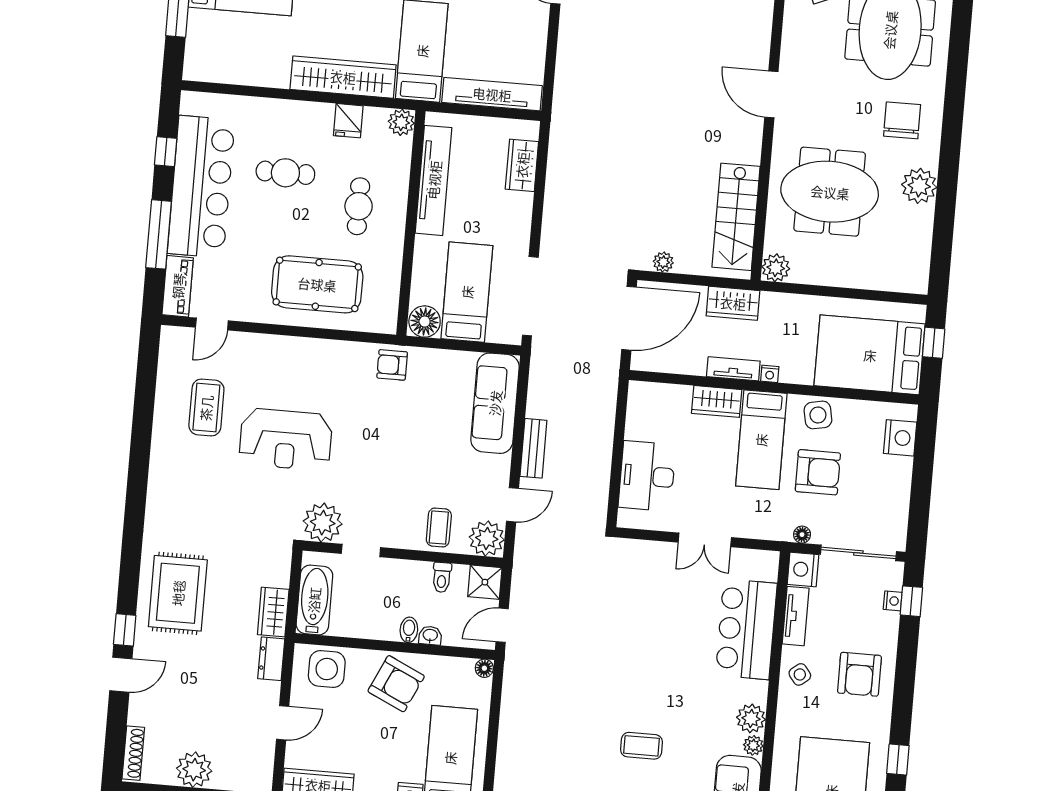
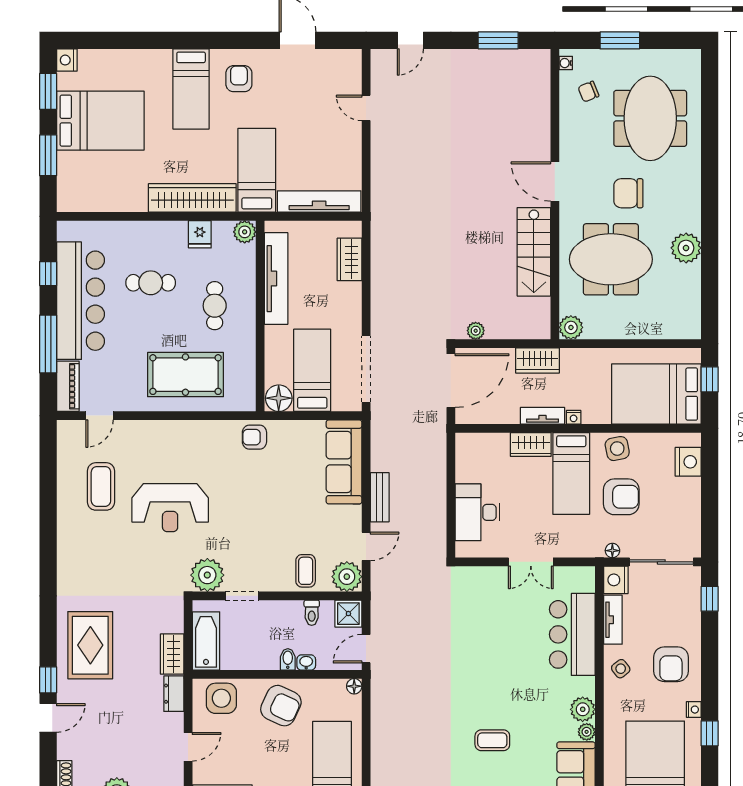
chair: (902, 120) -> (628, 193), moved, turned -90
stairs: (736, 217) -> (534, 252), moved
nightstand: (893, 601) -> (694, 710), moved

